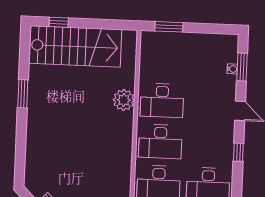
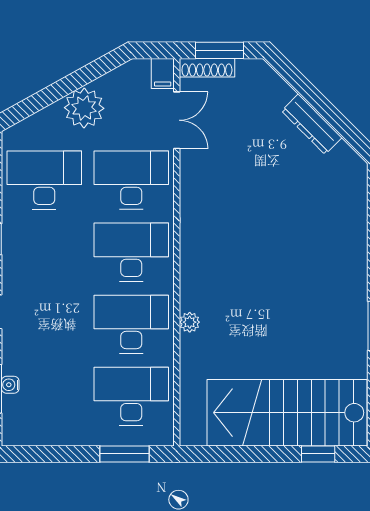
desk: (164, 59) -> (131, 396), added
plant: (124, 100) -> (190, 322), width x0.53, depth x0.53

